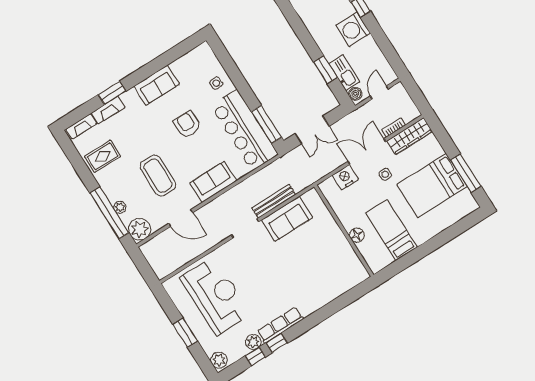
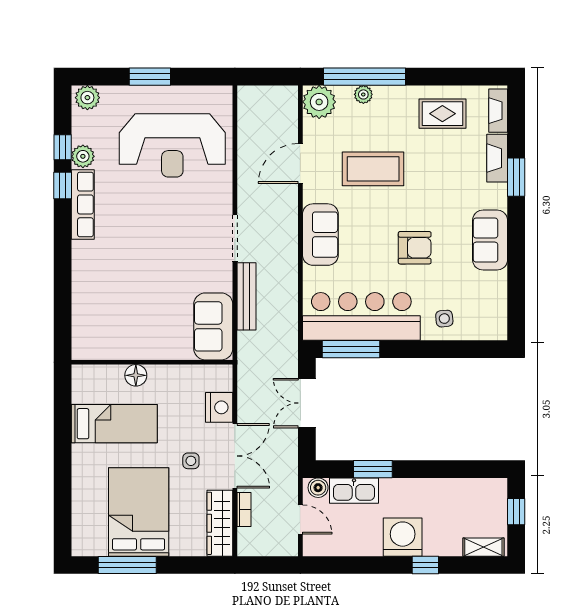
rug: (103, 156) -> (442, 114), turned 90
sofa: (287, 219) -> (213, 326), moved

